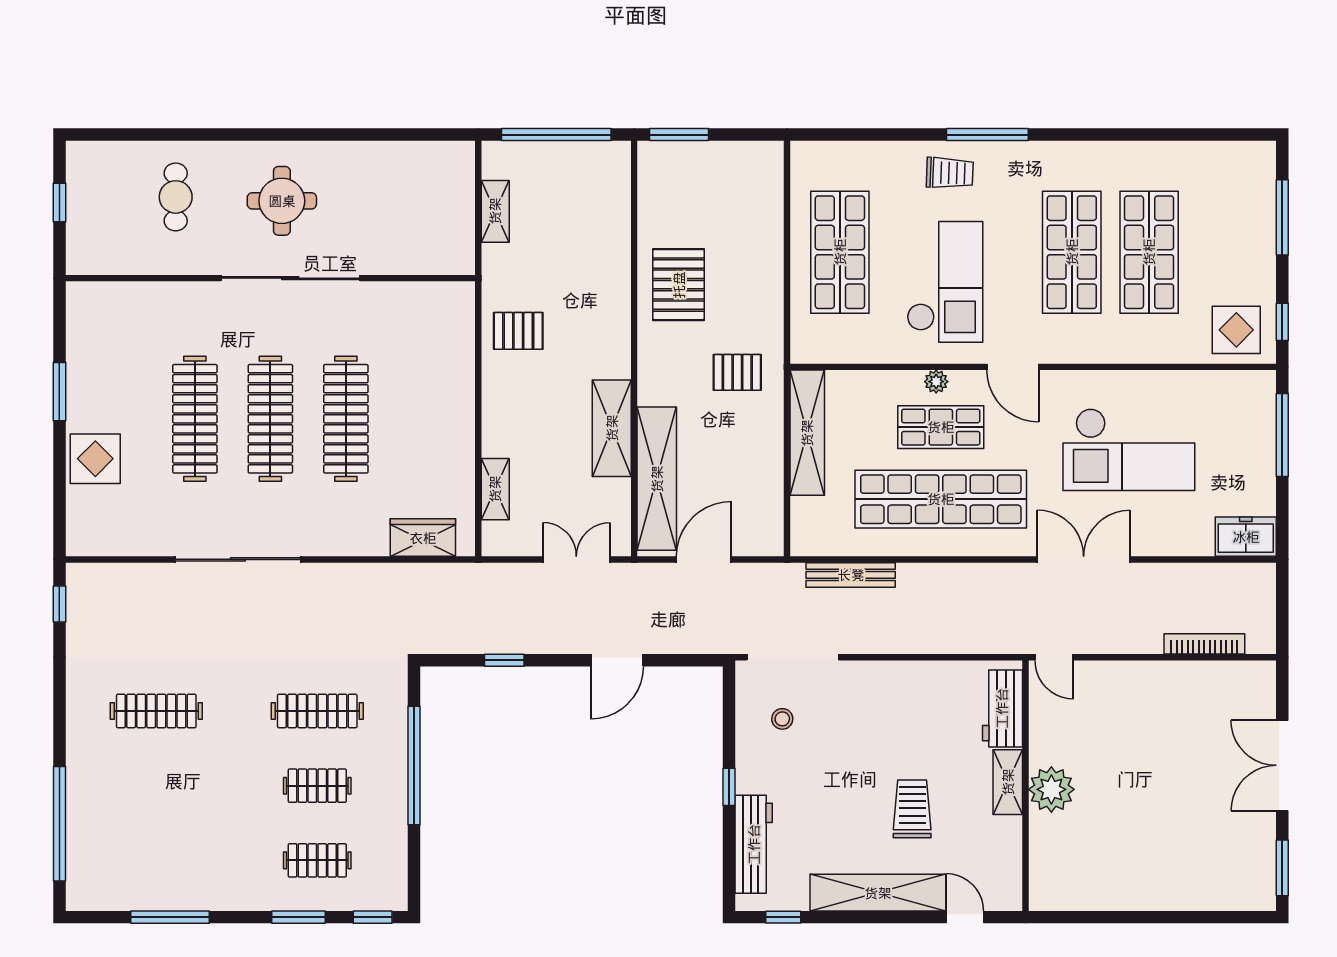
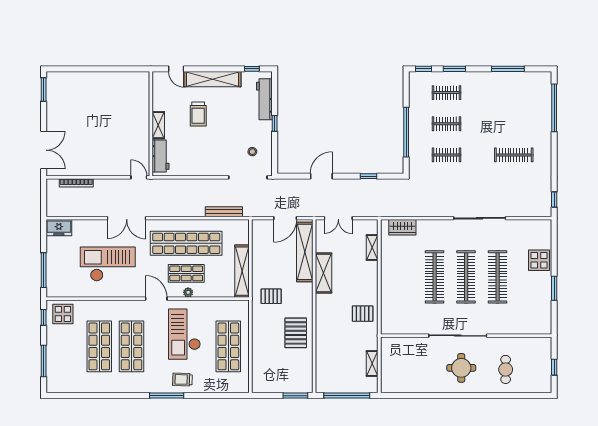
clothes rail: (317, 711) -> (446, 155), width x0.73
double door: (1282, 765) -> (44, 150), moved
plant: (1051, 789) -> (140, 122), removed

